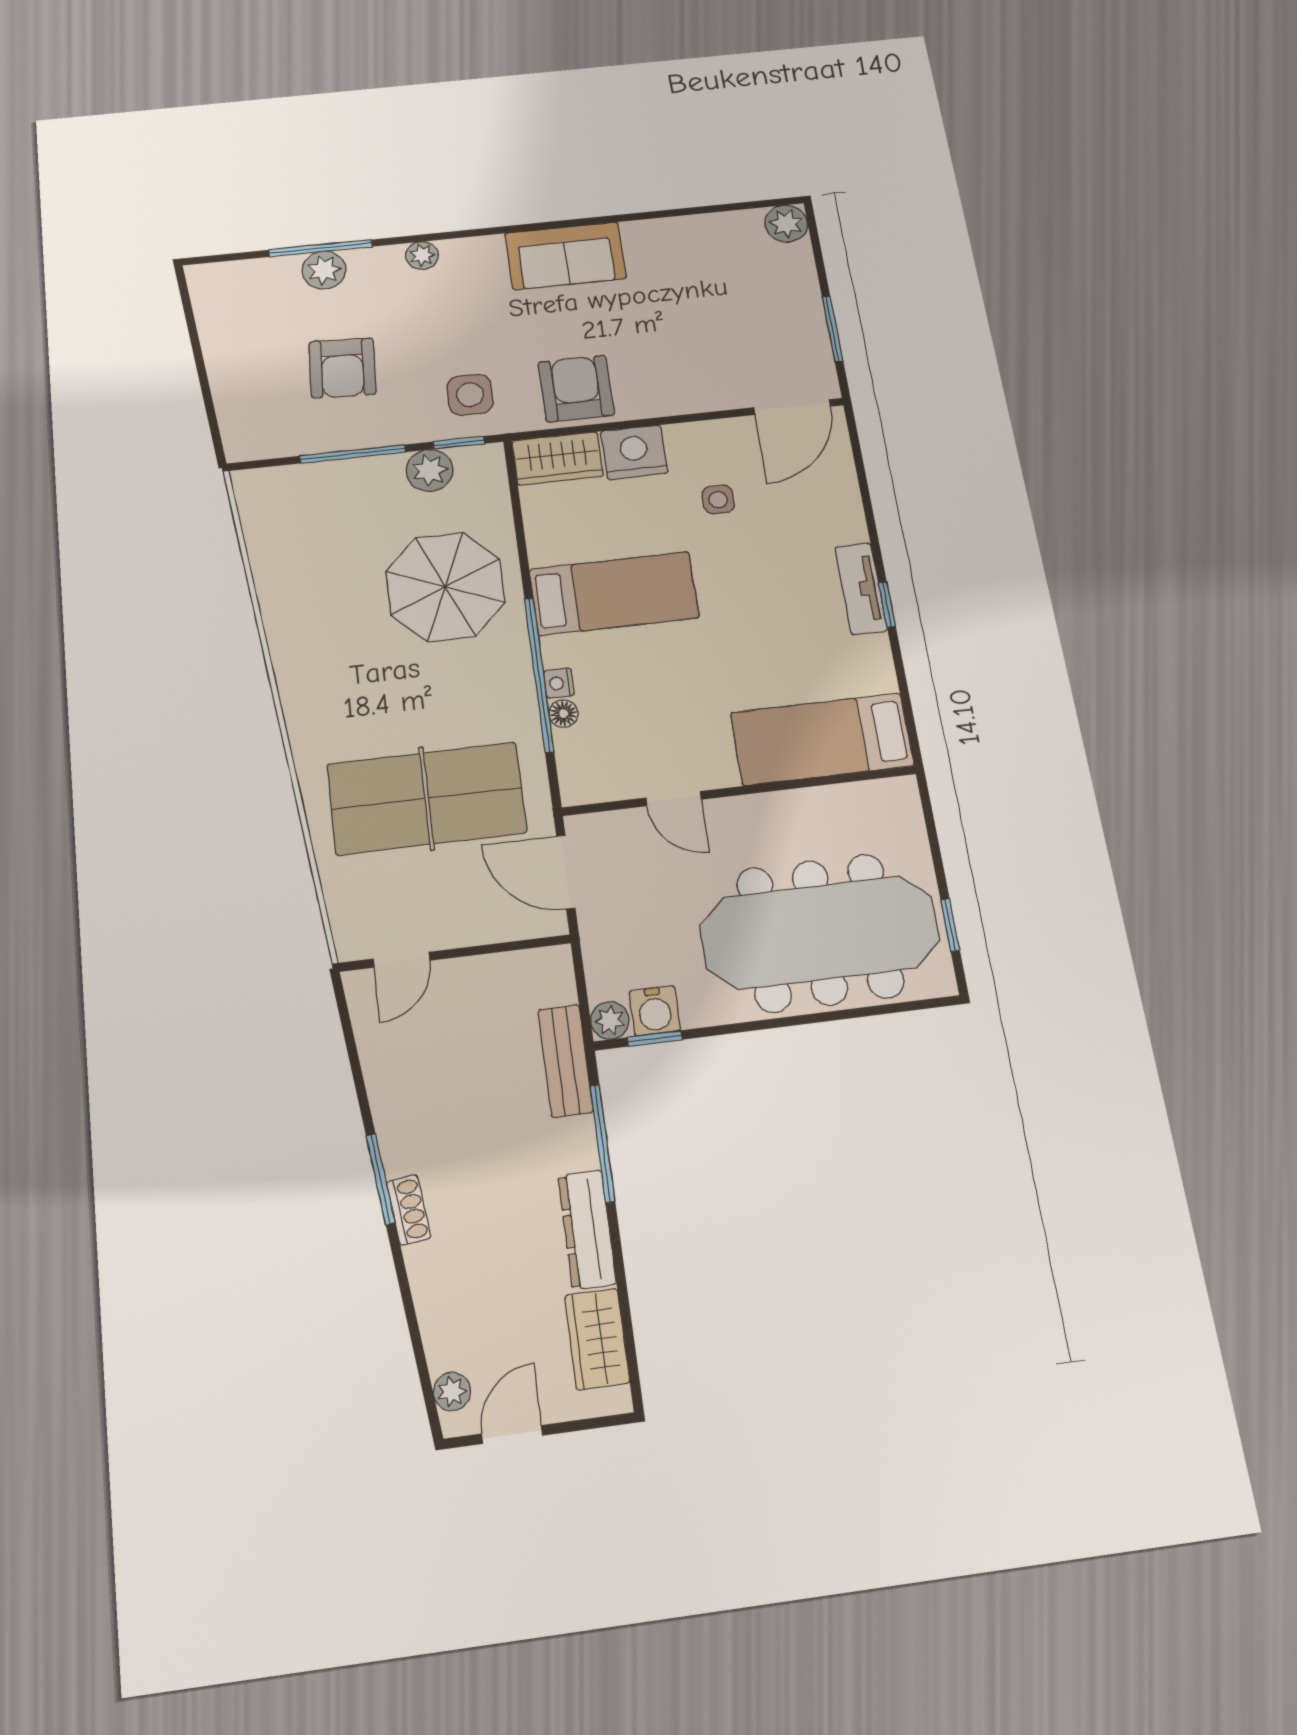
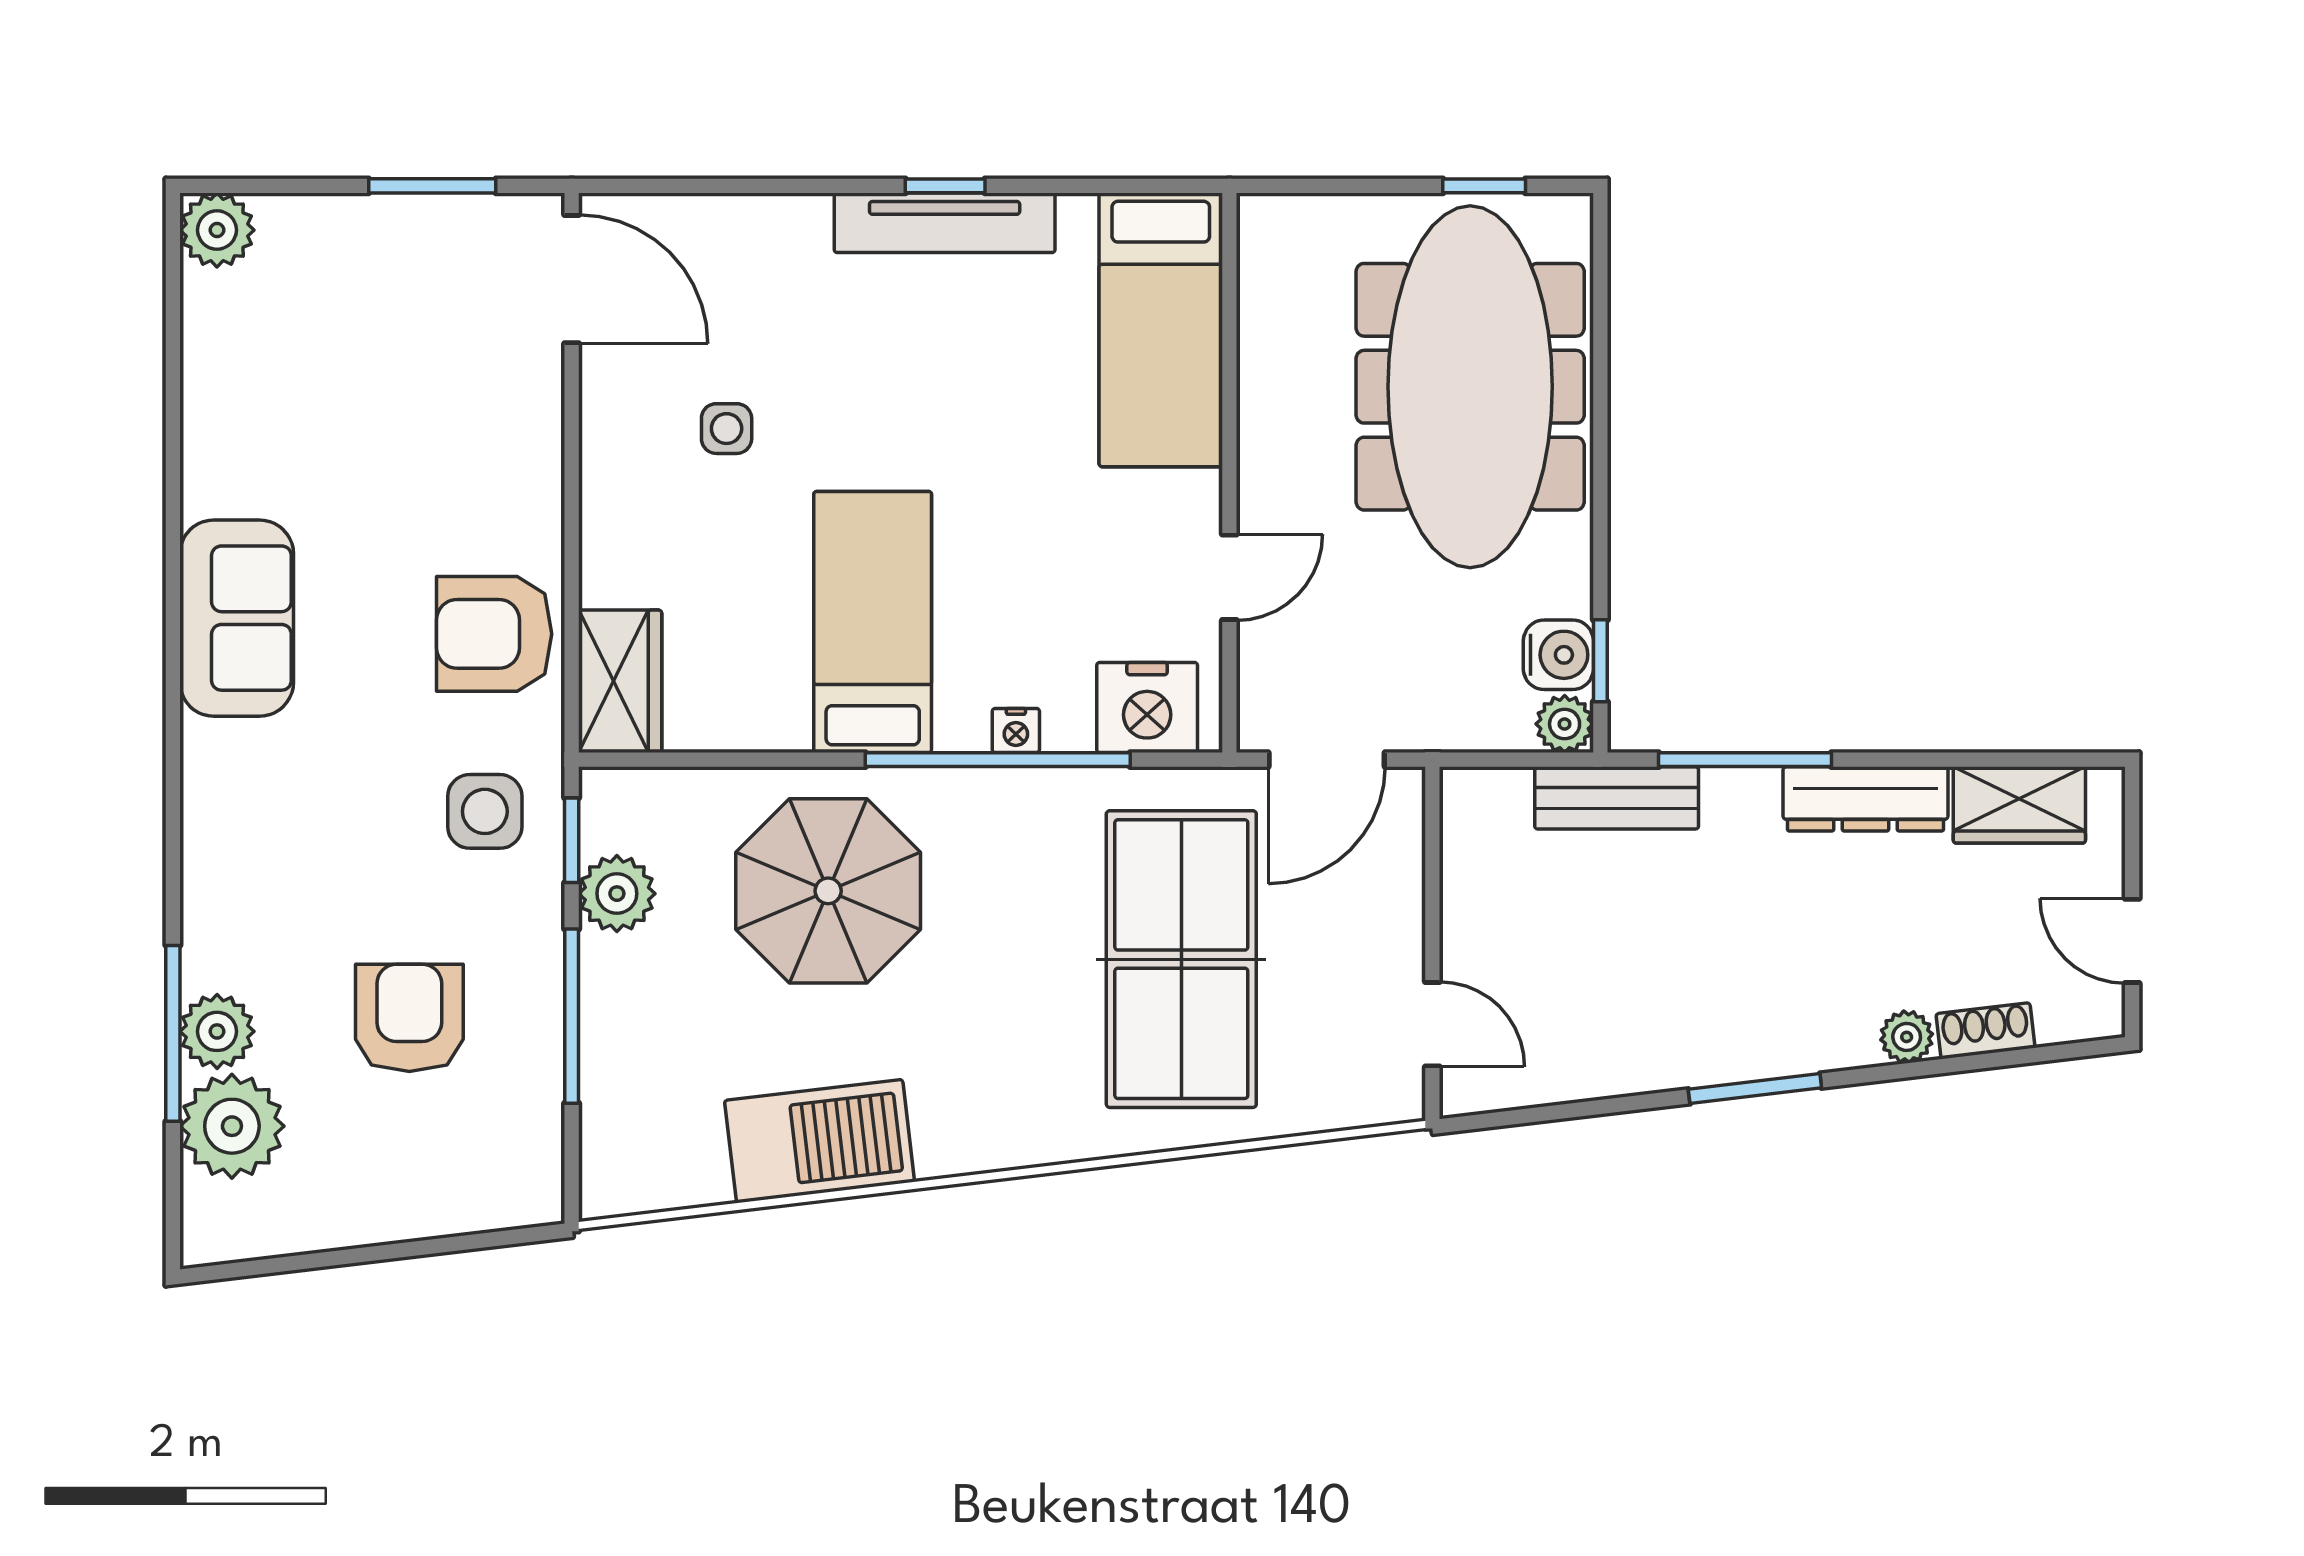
plant: (422, 256) -> (232, 1126), moved, width x1.87, depth x1.87
armchair: (342, 368) -> (409, 1018), turned -93
nightstand: (634, 452) -> (1147, 708), moved, turned -90
tv unit: (861, 589) -> (945, 223), width x1.41
barbecue: (290, 599) -> (820, 1141), added
floor lamp: (564, 714) -> (1068, 730), removed
shoe rack: (409, 1210) -> (1985, 1031), moved
plant: (452, 1392) -> (1907, 1037), moved

